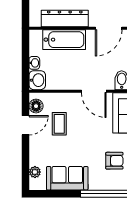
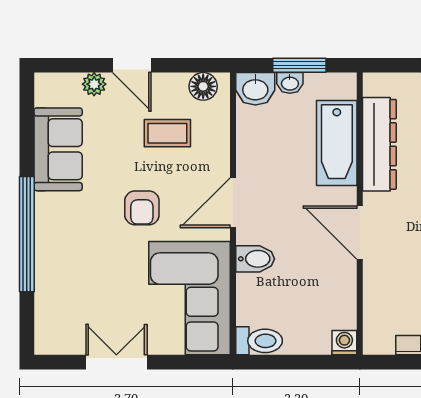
window: (25, 58) -> (299, 65), added
door: (25, 125) -> (132, 65), moved
armchair: (114, 161) -> (142, 208), moved
plant: (35, 172) -> (94, 84), moved

